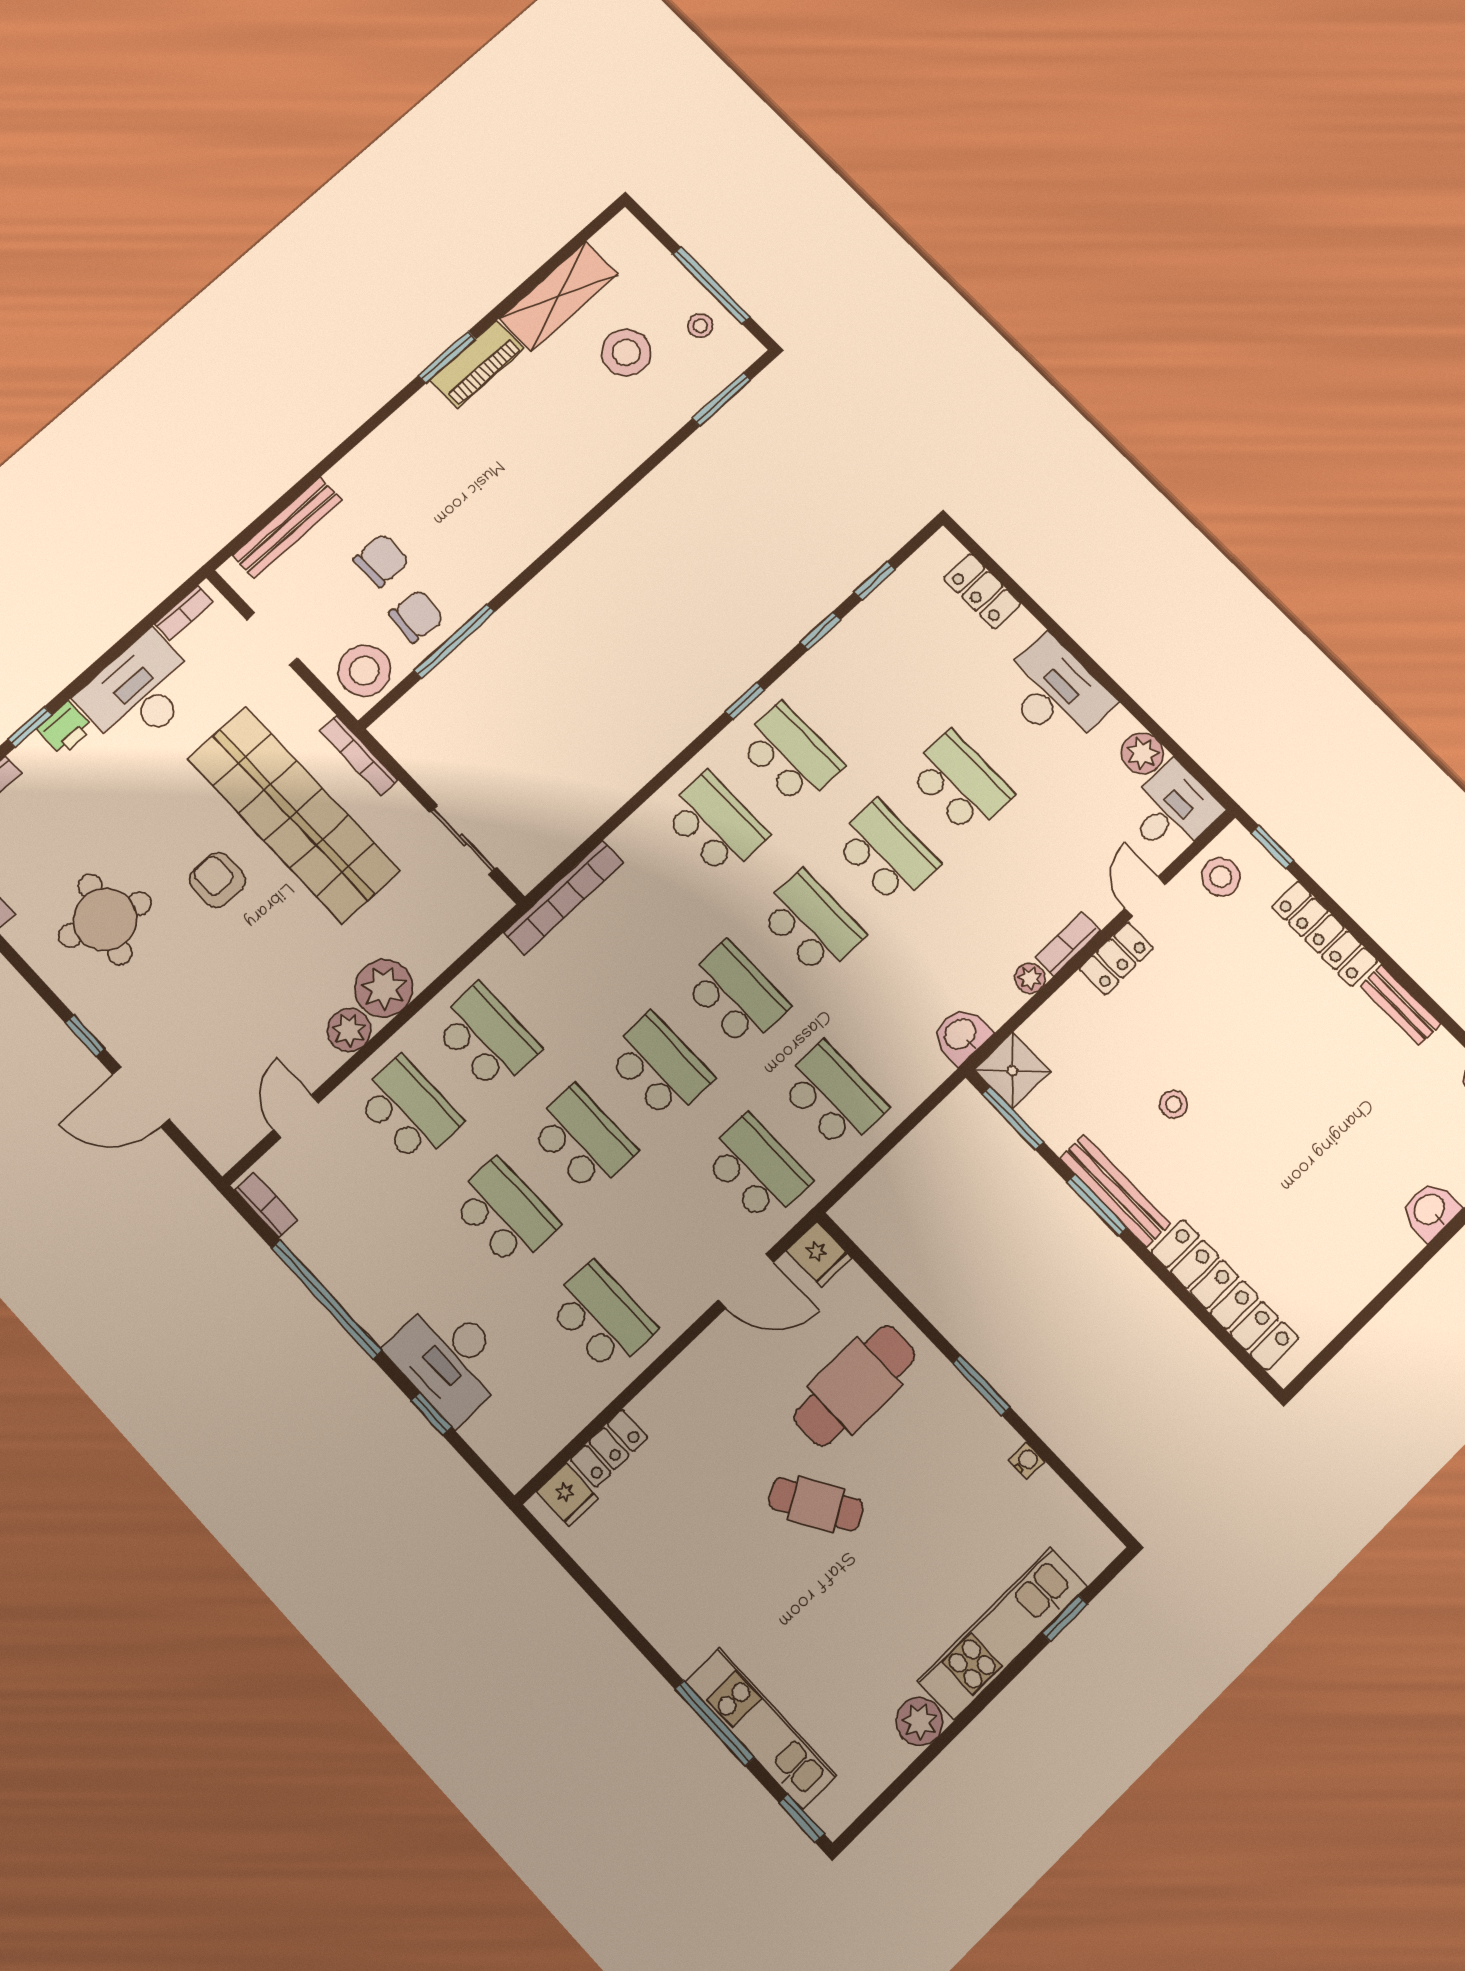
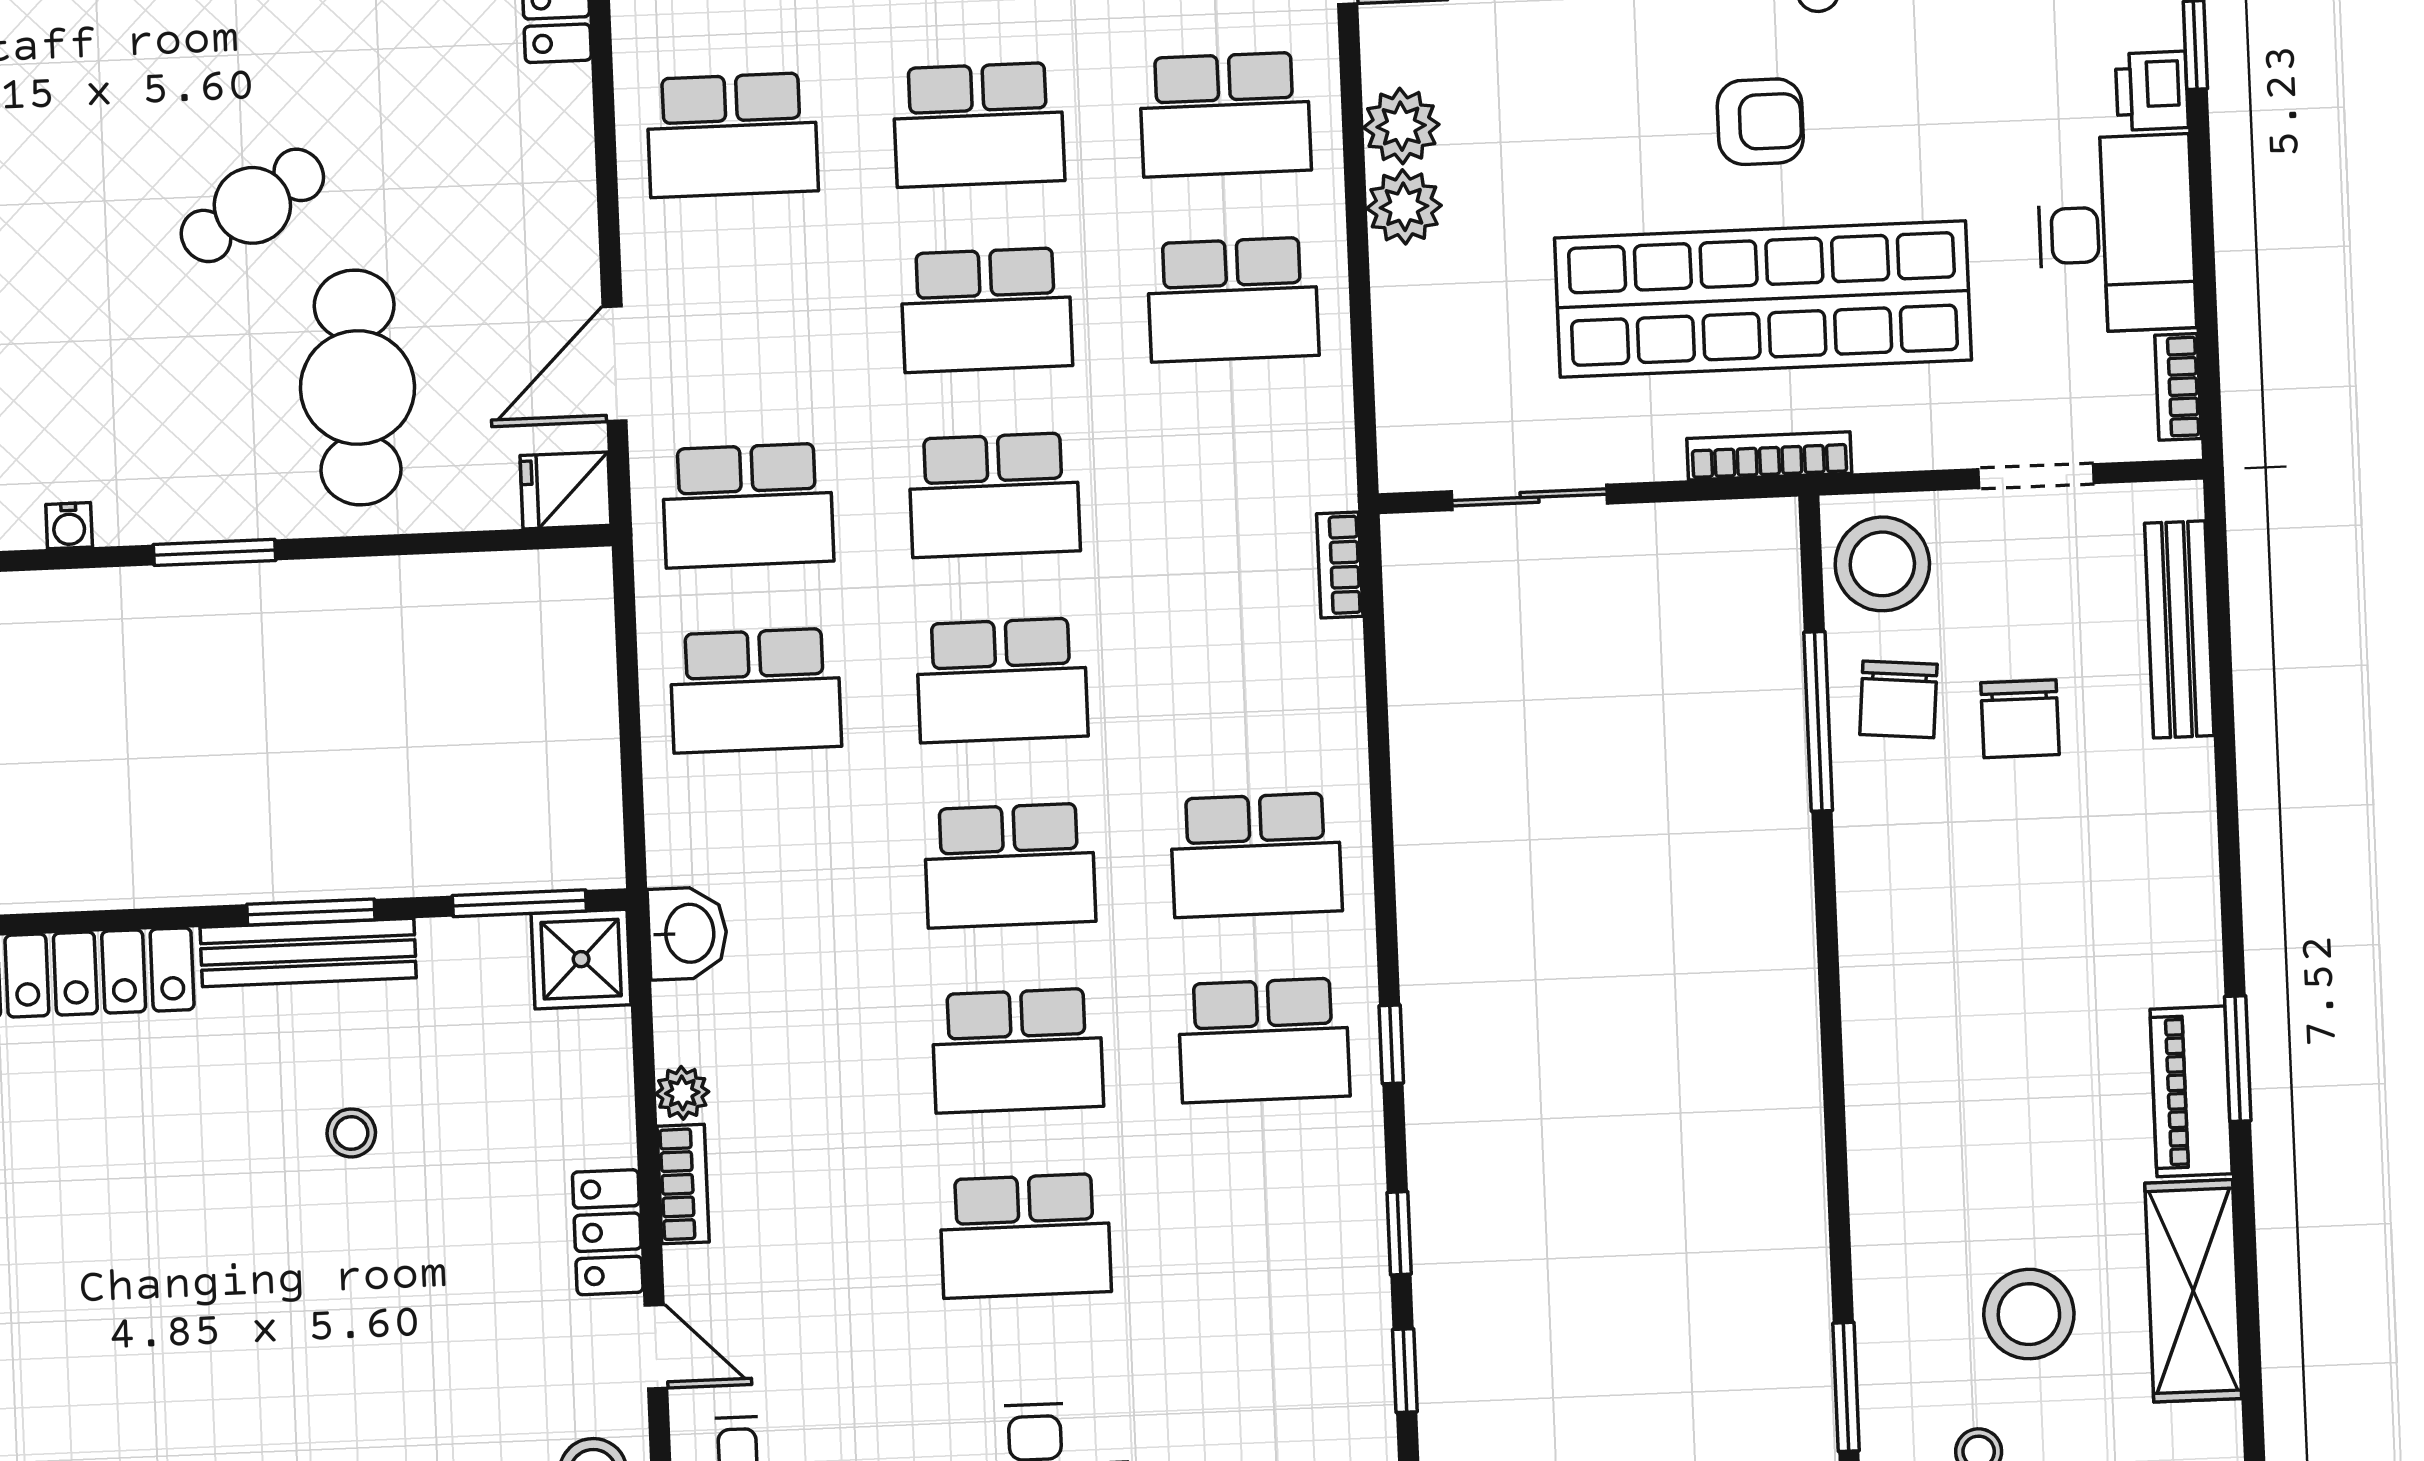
bookcase: (564, 897) -> (1340, 565), width x0.43, depth x0.76
plant: (384, 988) -> (1404, 207), width x0.73, depth x0.73

